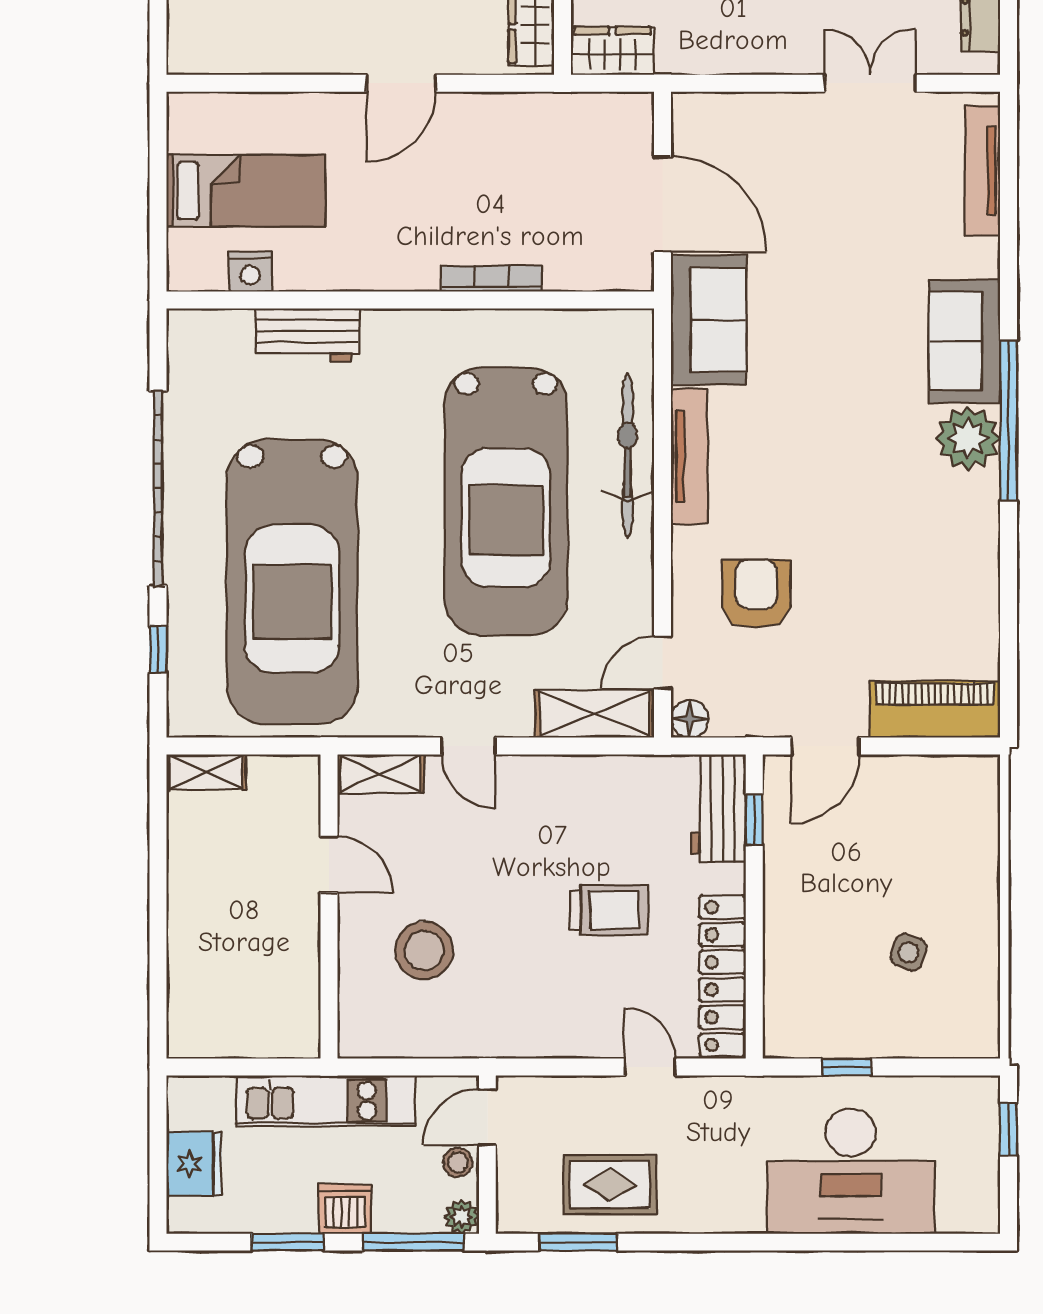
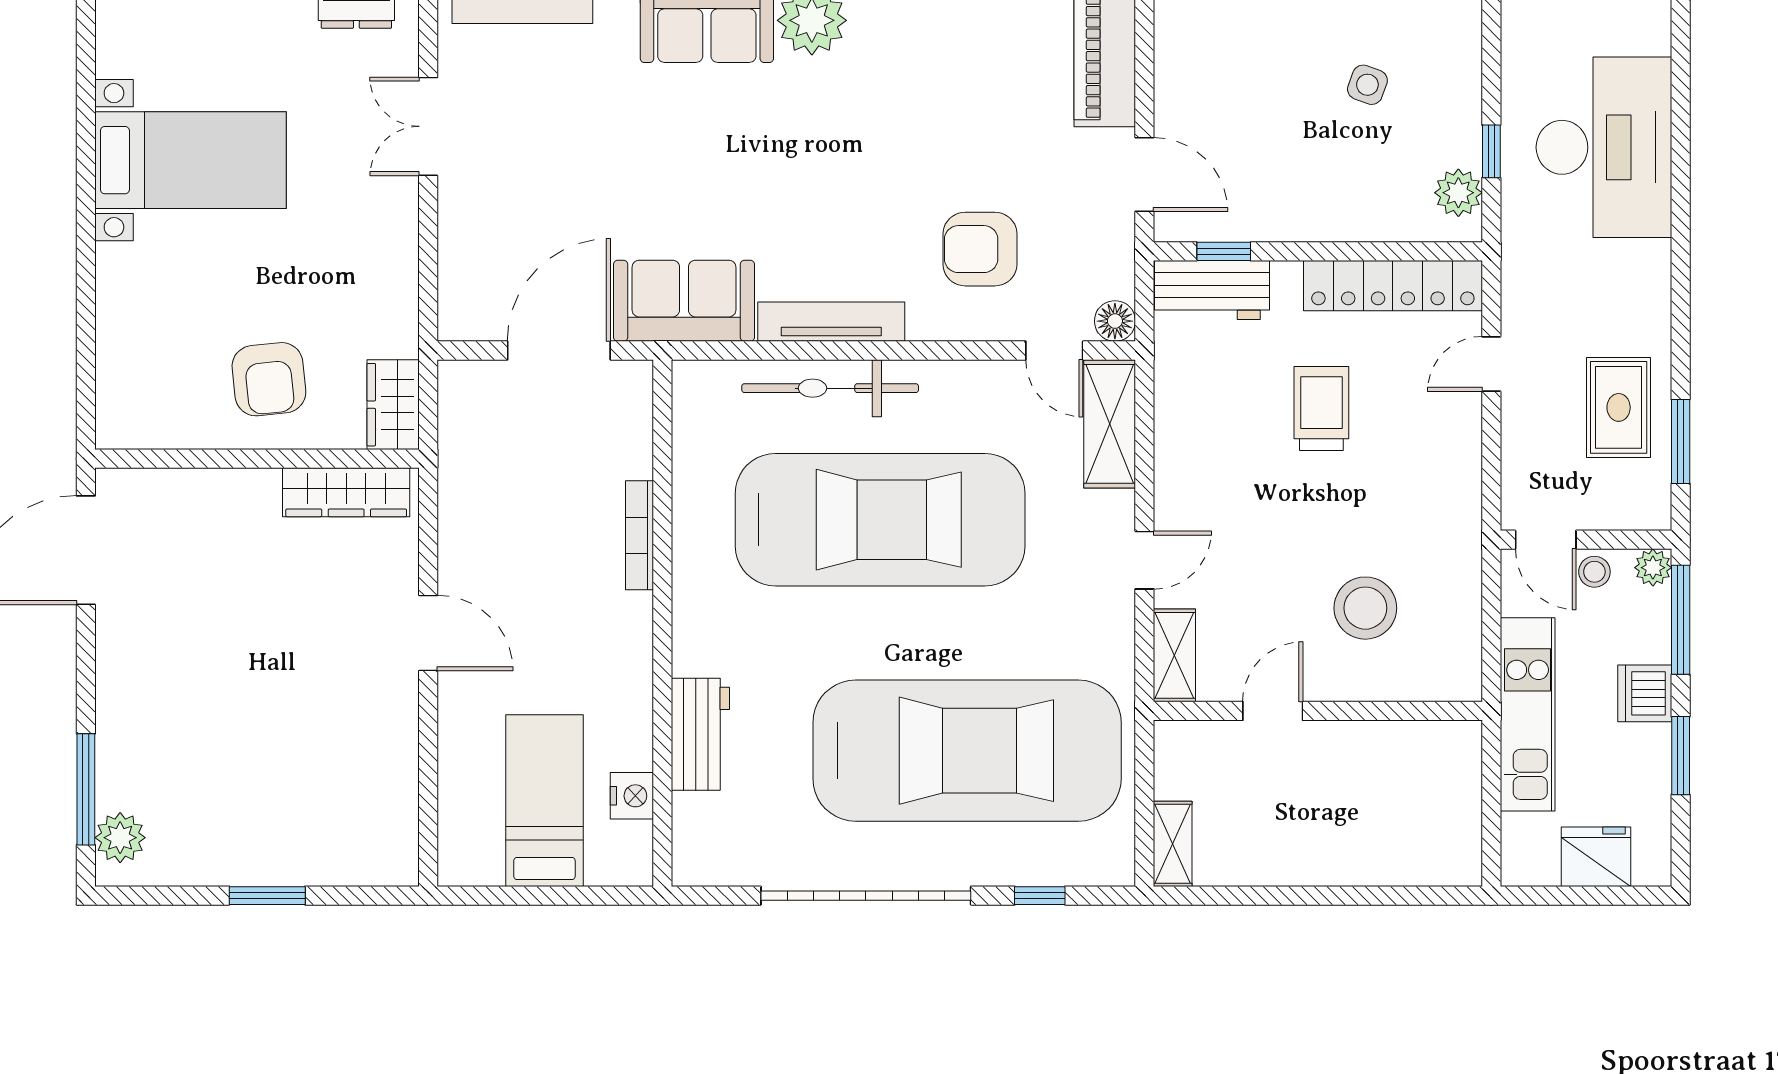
plant: (808, 1037) -> (1458, 193), added

